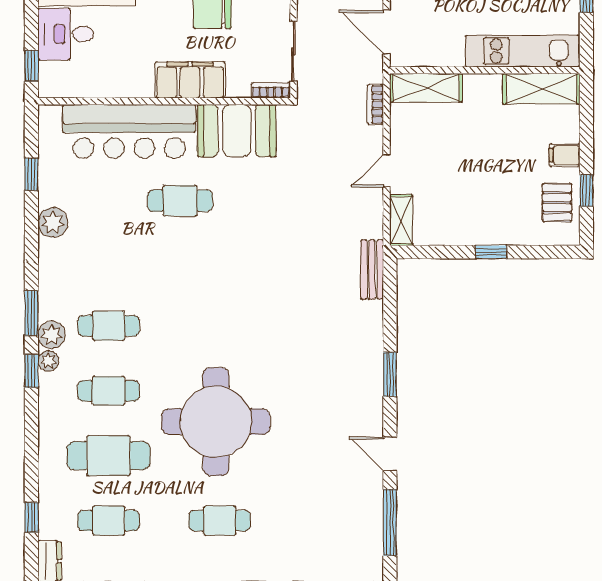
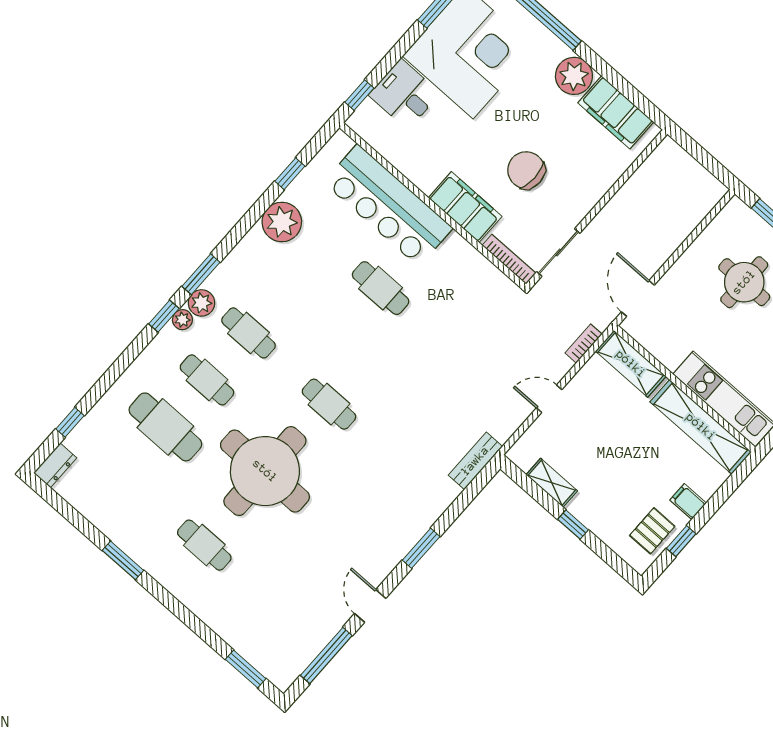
shelving: (541, 89) -> (701, 427), width x1.47
bookcase: (271, 90) -> (509, 259), width x1.56
booth: (237, 131) -> (466, 274), removed
shelving: (401, 220) -> (552, 483), moved, turned 90
plant: (53, 223) -> (282, 222), width x1.36, depth x1.36
cafe table: (109, 521) -> (329, 404), moved

